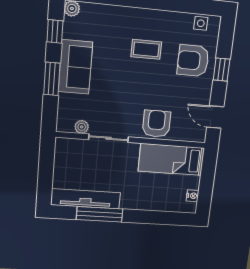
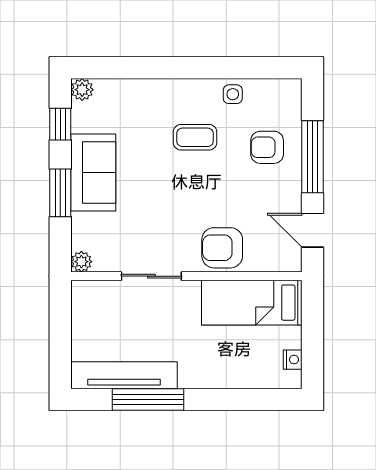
side table: (201, 23) -> (233, 94), moved
armchair: (193, 61) -> (267, 147), width x0.72, depth x0.72
window: (222, 70) -> (312, 157), width x2.17
armchair: (156, 124) -> (222, 248), turned -90
plant: (82, 127) -> (81, 262), moved

